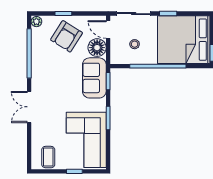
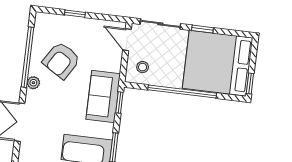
plant: (36, 22) -> (33, 83), moved
armchair: (67, 36) -> (61, 60), moved
stool: (135, 44) -> (143, 67), moved
floor lamp: (97, 48) -> (111, 60), removed

